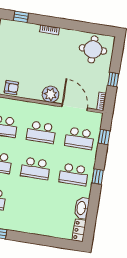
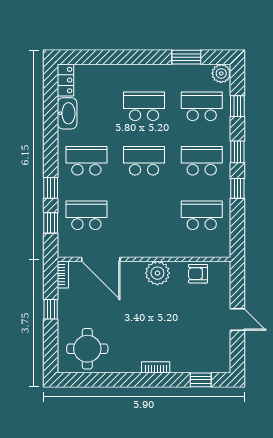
plant: (51, 94) -> (157, 273), moved
school desk: (41, 132) -> (144, 106), moved
window: (98, 177) -> (51, 188), moved

